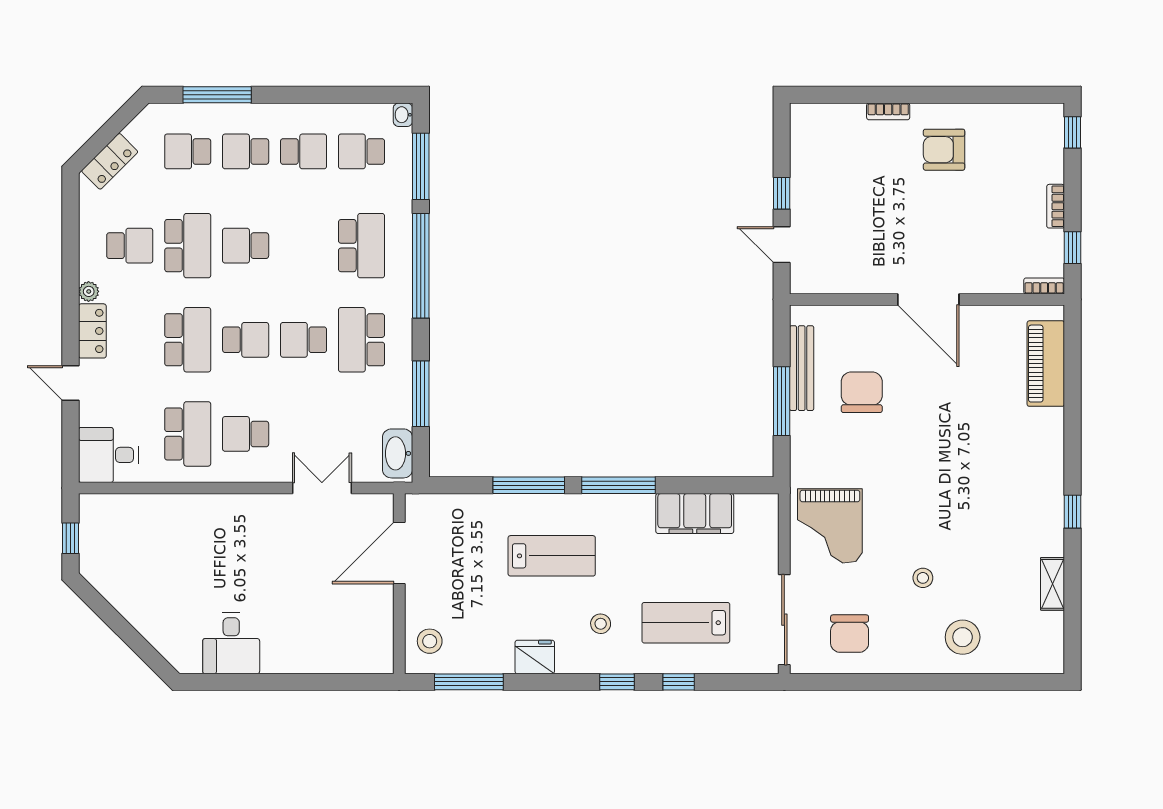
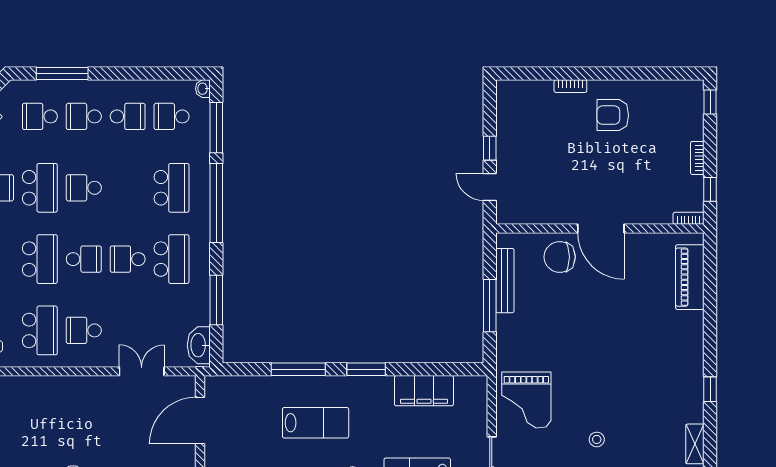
school desk: (362, 340) -> (172, 259), turned 180
chair: (862, 392) -> (560, 257), moved, turned -90
window: (618, 485) -> (366, 369), width x0.69

